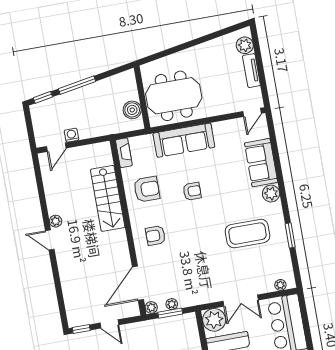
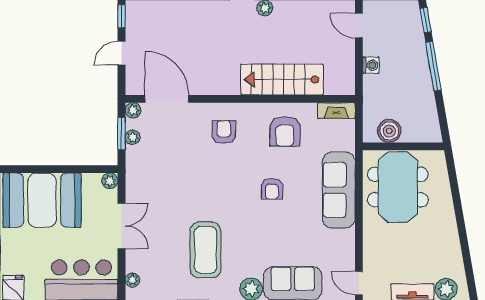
washing machine: (71, 135) -> (371, 65), moved
double door: (241, 301) -> (122, 226), swing flipped
plant: (214, 320) -> (110, 181), width x0.53, depth x0.53

